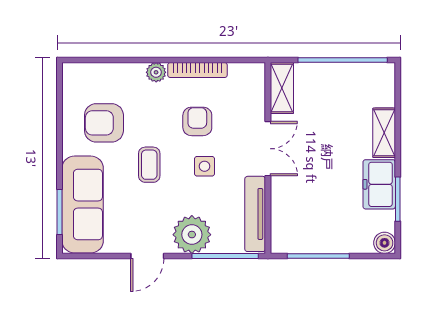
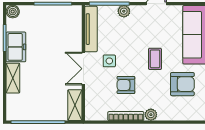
armchair: (197, 121) -> (126, 85), turned 90
side table: (204, 166) -> (109, 61), moved
plant: (192, 235) -> (124, 11), width x0.53, depth x0.53

